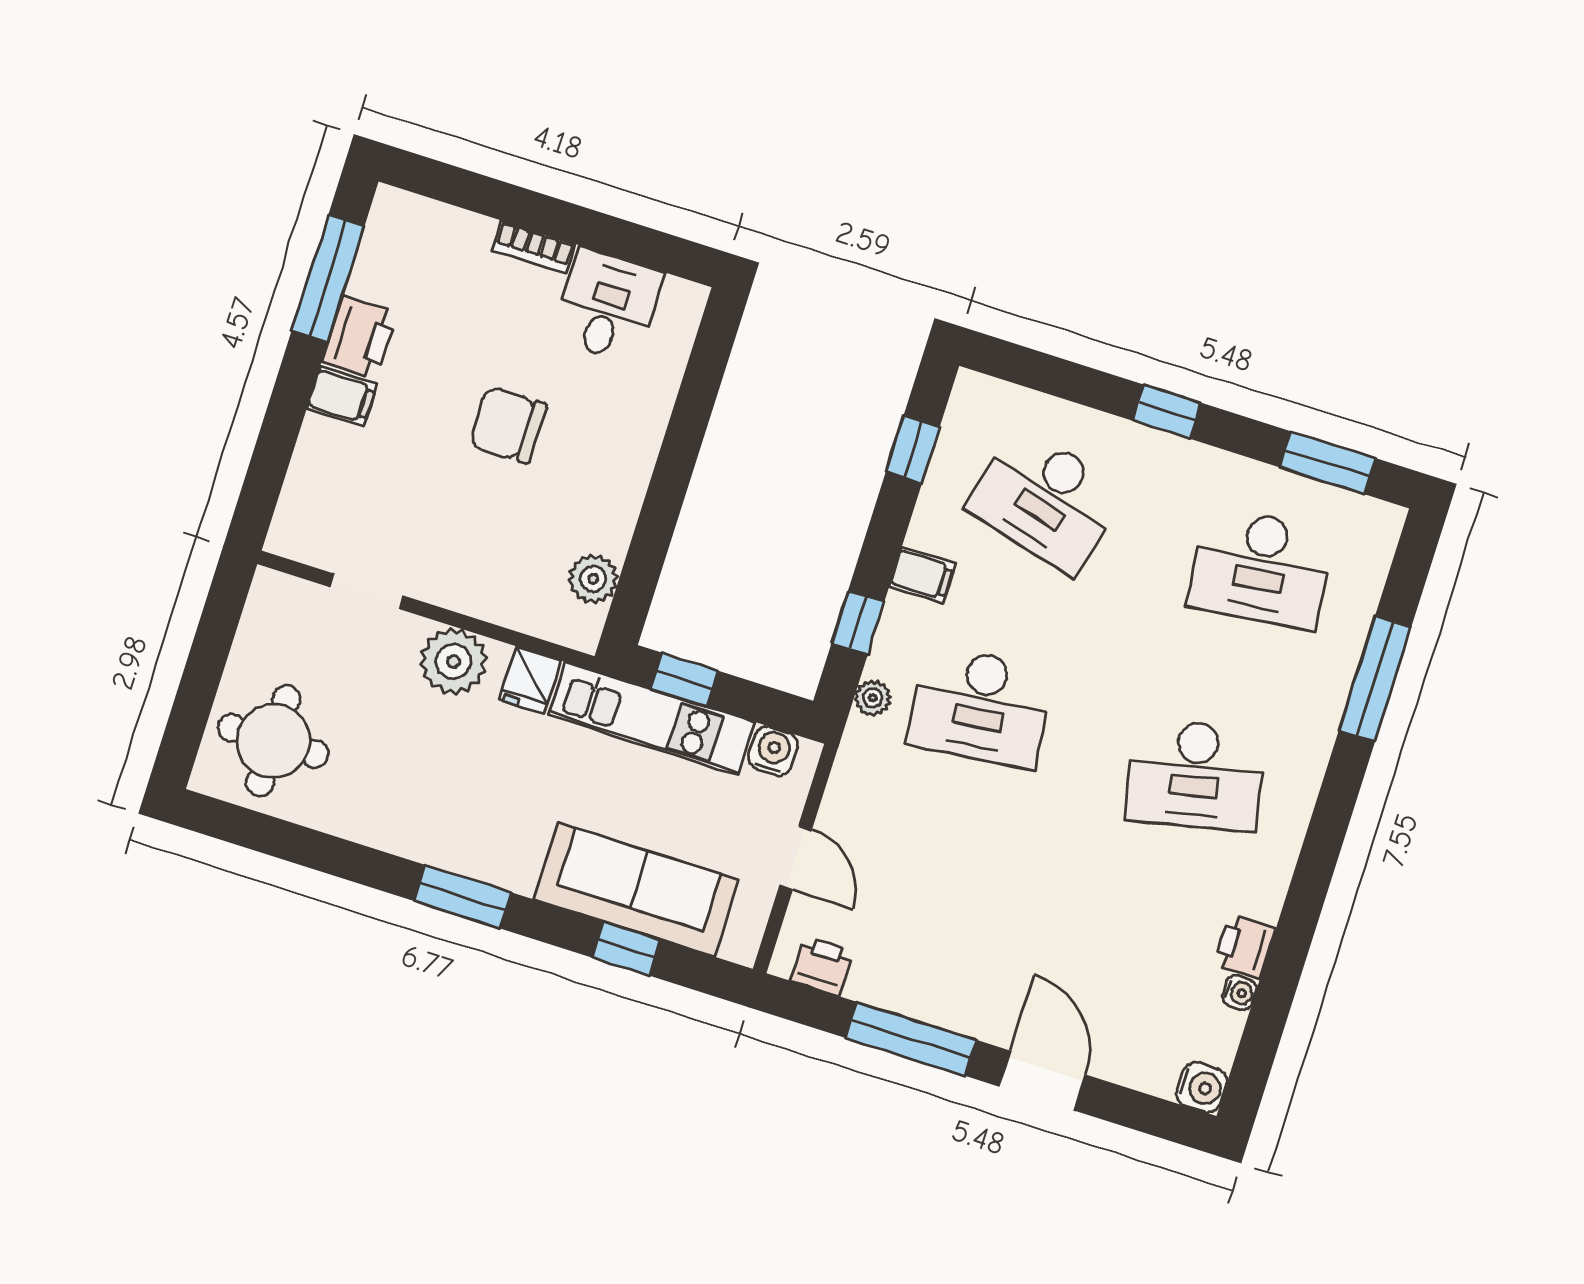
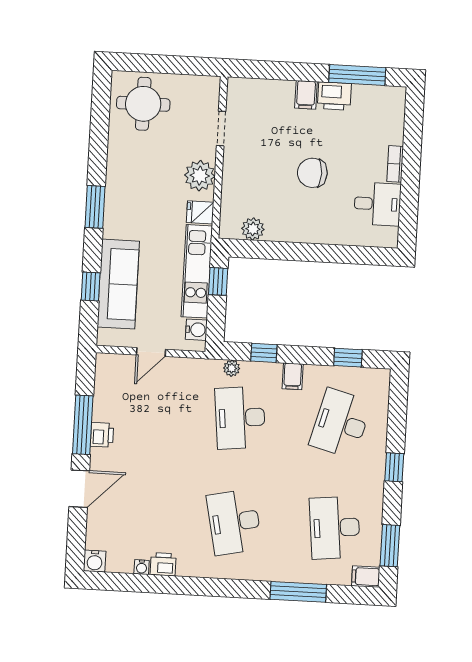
chair: (508, 425) -> (312, 173), turned -90
filing cabinet: (1379, 530) -> (366, 577), added
printer: (822, 966) -> (102, 435), moved

